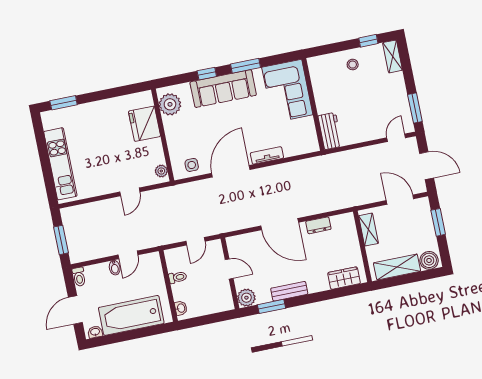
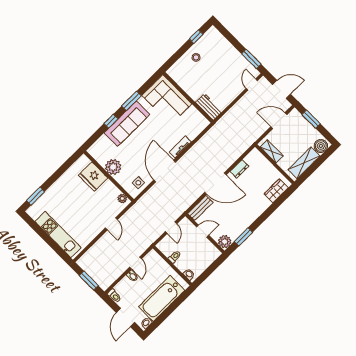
shelving: (393, 56) -> (217, 36), removed
plant: (170, 104) -> (113, 167), moved
bench: (289, 291) -> (200, 208), moved

